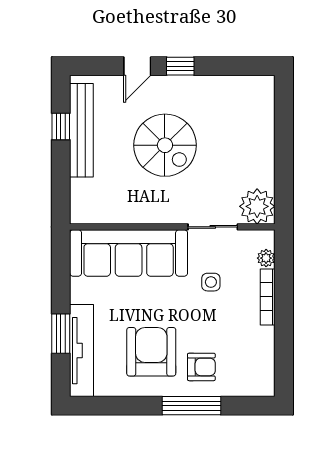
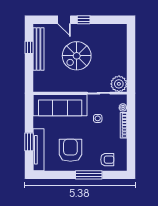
door: (137, 66) -> (64, 20), hinge flipped
spiral stairs: (165, 145) -> (77, 56), turned 90
armchair: (201, 367) -> (107, 160), moved

